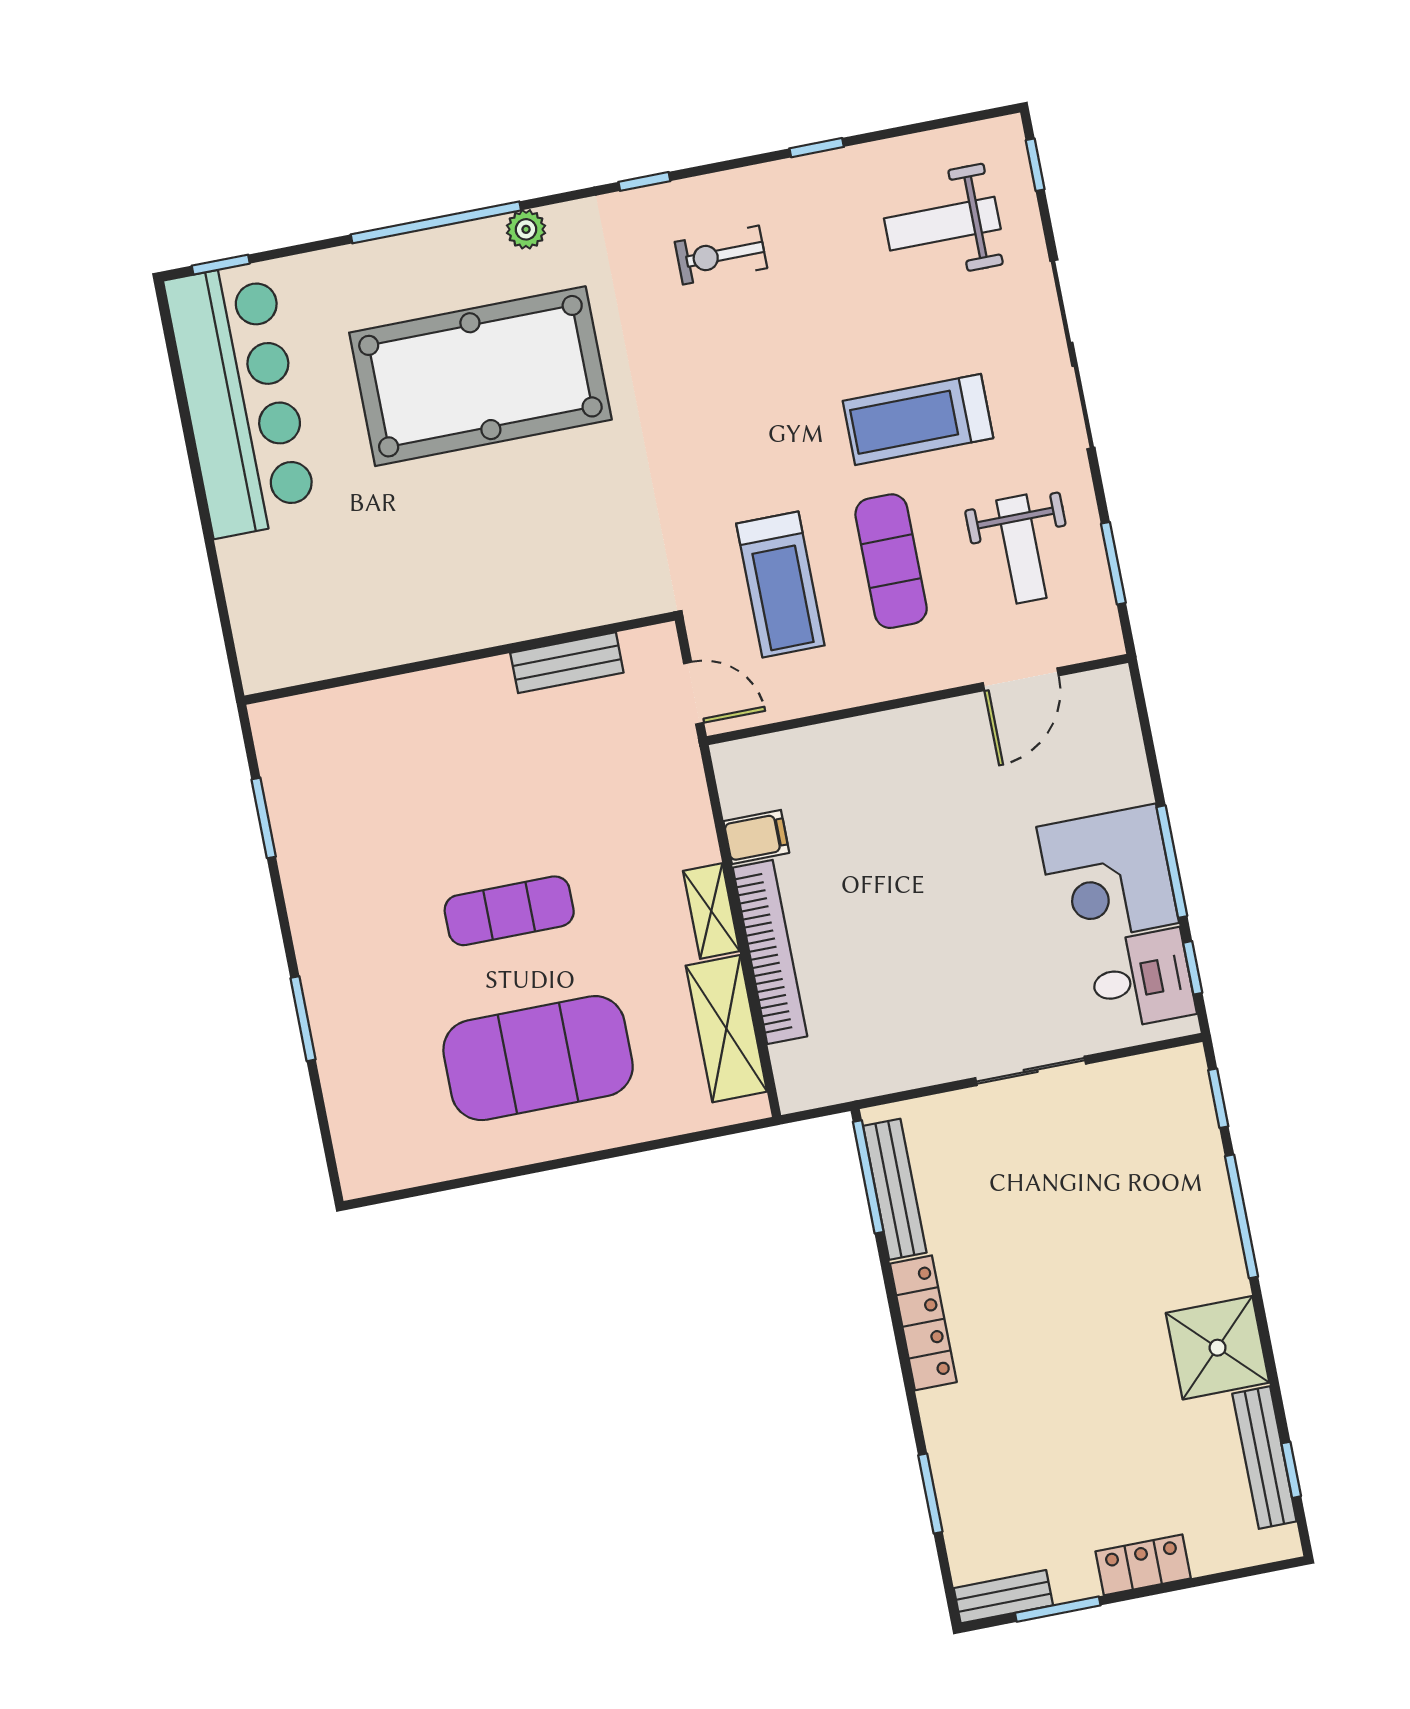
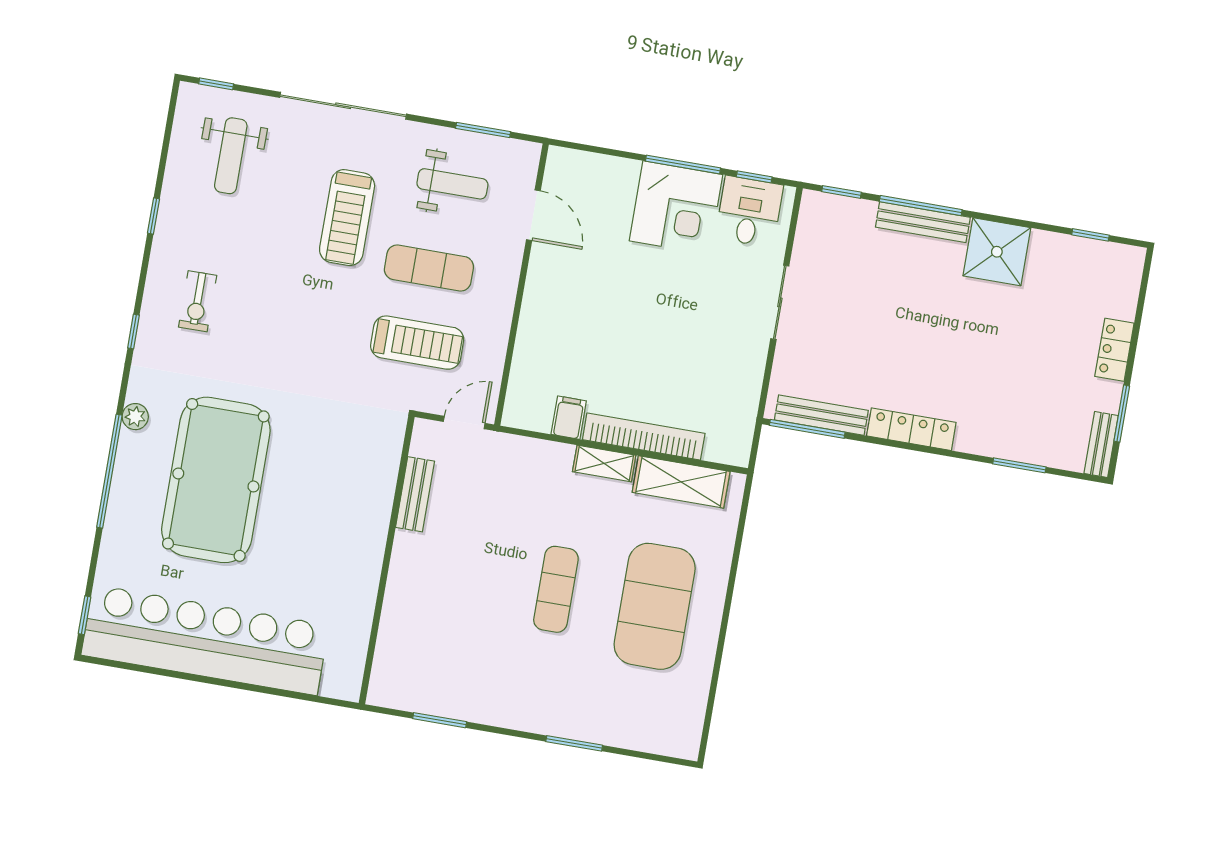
bar counter: (241, 400) -> (205, 640), width x1.36
bench: (1264, 1458) -> (923, 222), moved

